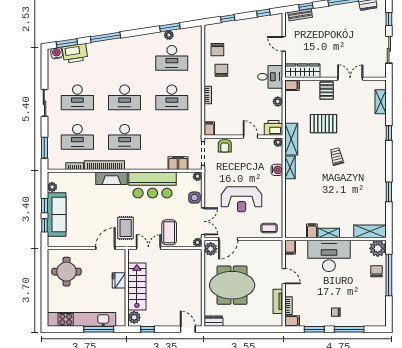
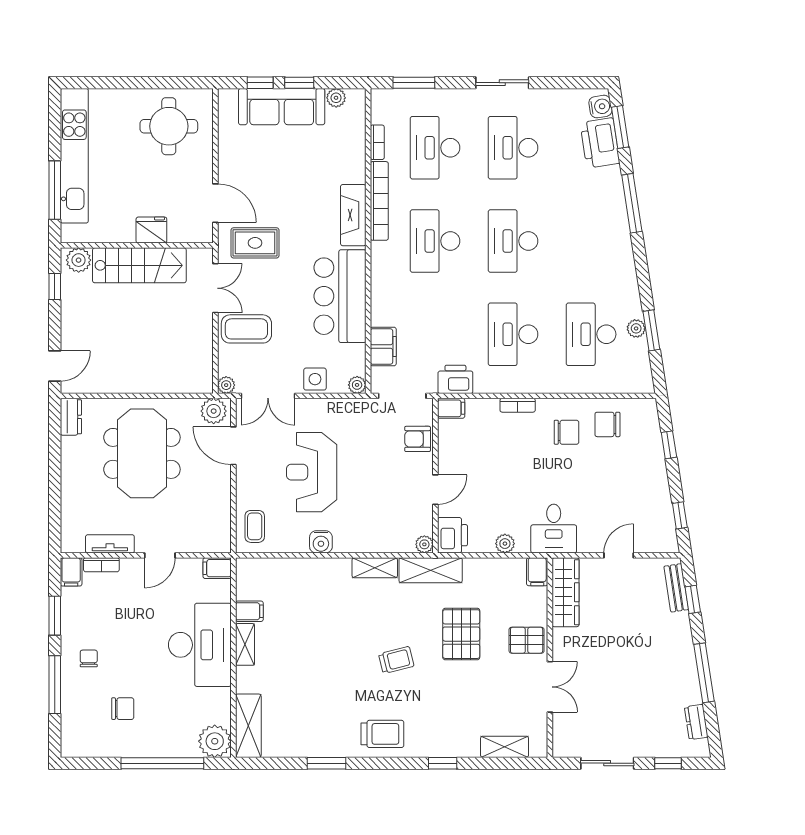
printer: (195, 127) -> (455, 379), added
trolley: (374, 163) -> (382, 734), added
water cooler: (277, 170) -> (321, 542), moved
chair: (376, 271) -> (123, 709), moved

